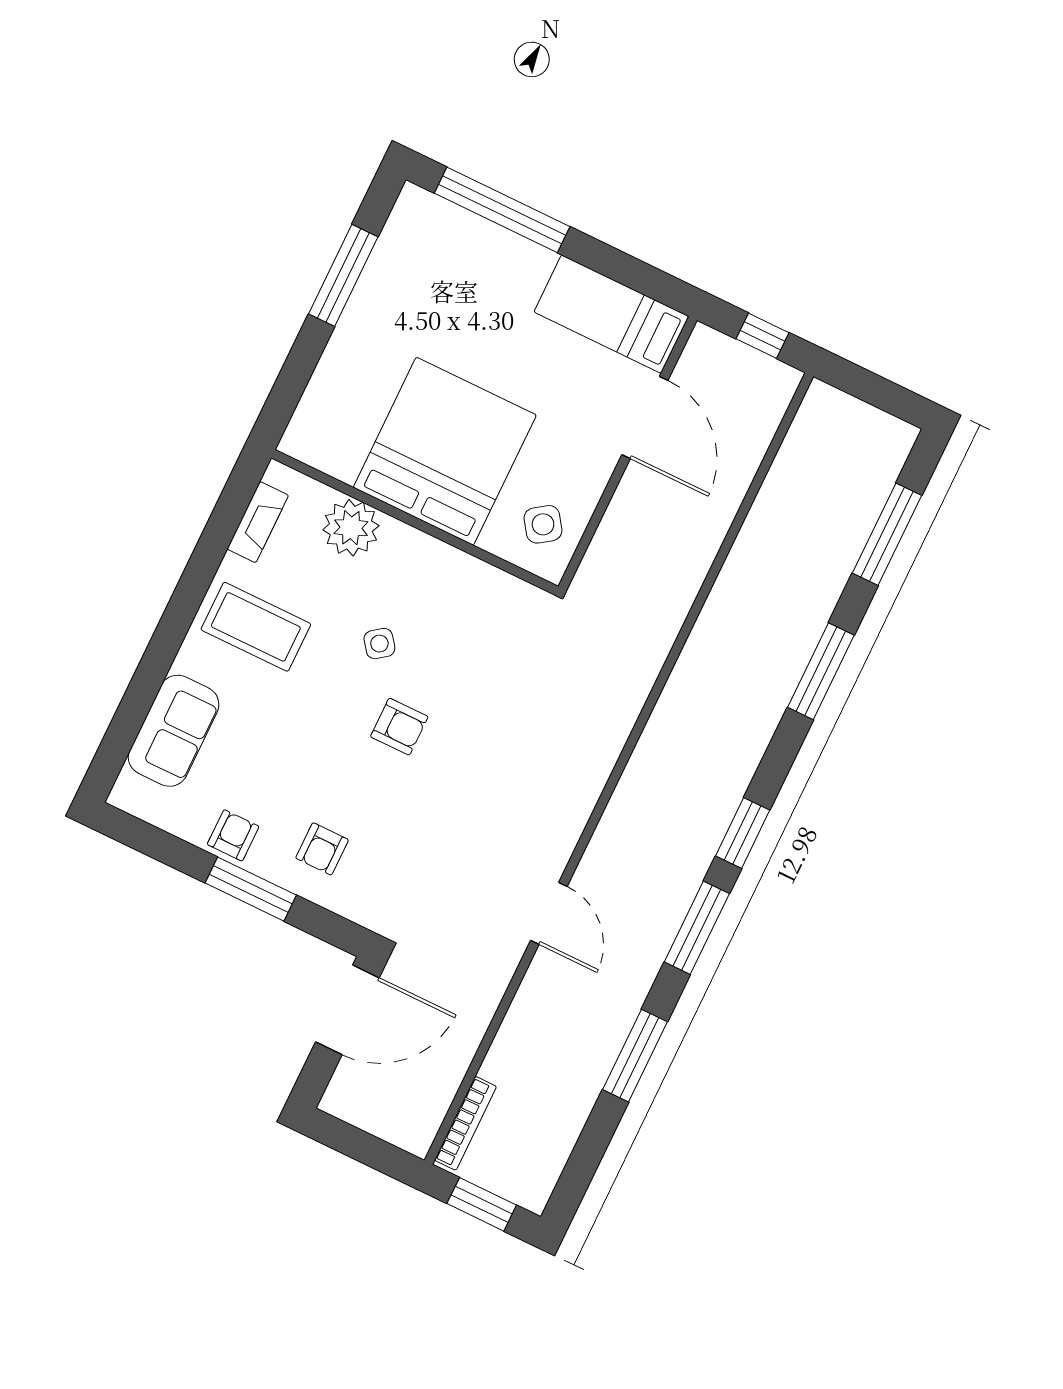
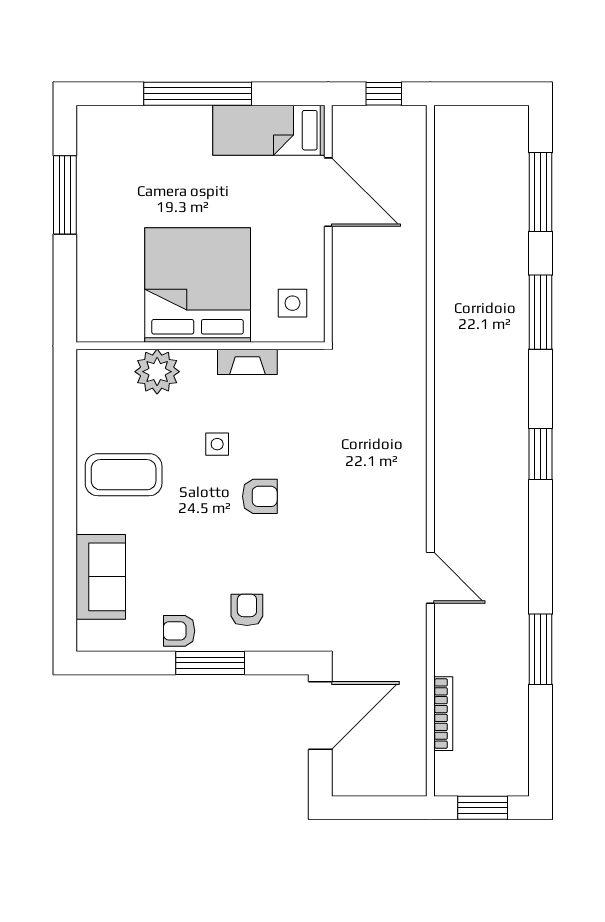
window: (502, 210) -> (198, 94), moved
fireplace: (258, 522) -> (247, 362), moved, turned 90
side table: (543, 524) -> (292, 303), turned 35
side table: (379, 644) -> (217, 444), turned 37
armchair: (233, 835) -> (179, 631), turned -90
armchair: (322, 849) -> (247, 610), turned 180
window: (697, 928) -> (541, 537), removed
bookcase: (466, 1123) -> (443, 714), moved

